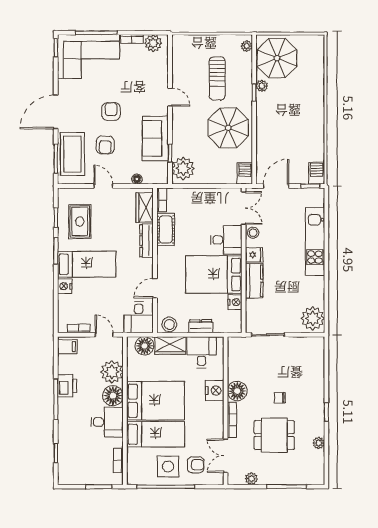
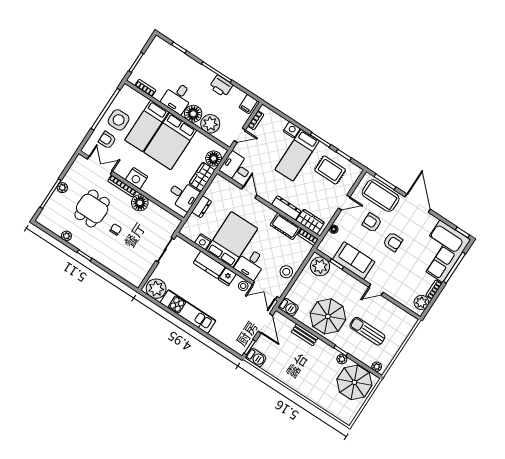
bench: (262, 139) -> (305, 335), added
kitchen unit: (315, 242) -> (188, 312), moved
stool: (169, 324) -> (286, 272), moved
nightstand: (215, 390) -> (137, 178), moved
armchair: (196, 465) -> (107, 140), turned 90
plant: (251, 479) -> (62, 188), moved

